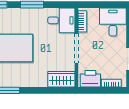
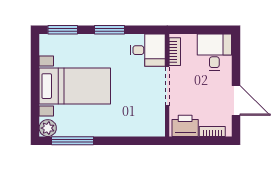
wardrobe: (61, 79) -> (148, 126), removed

